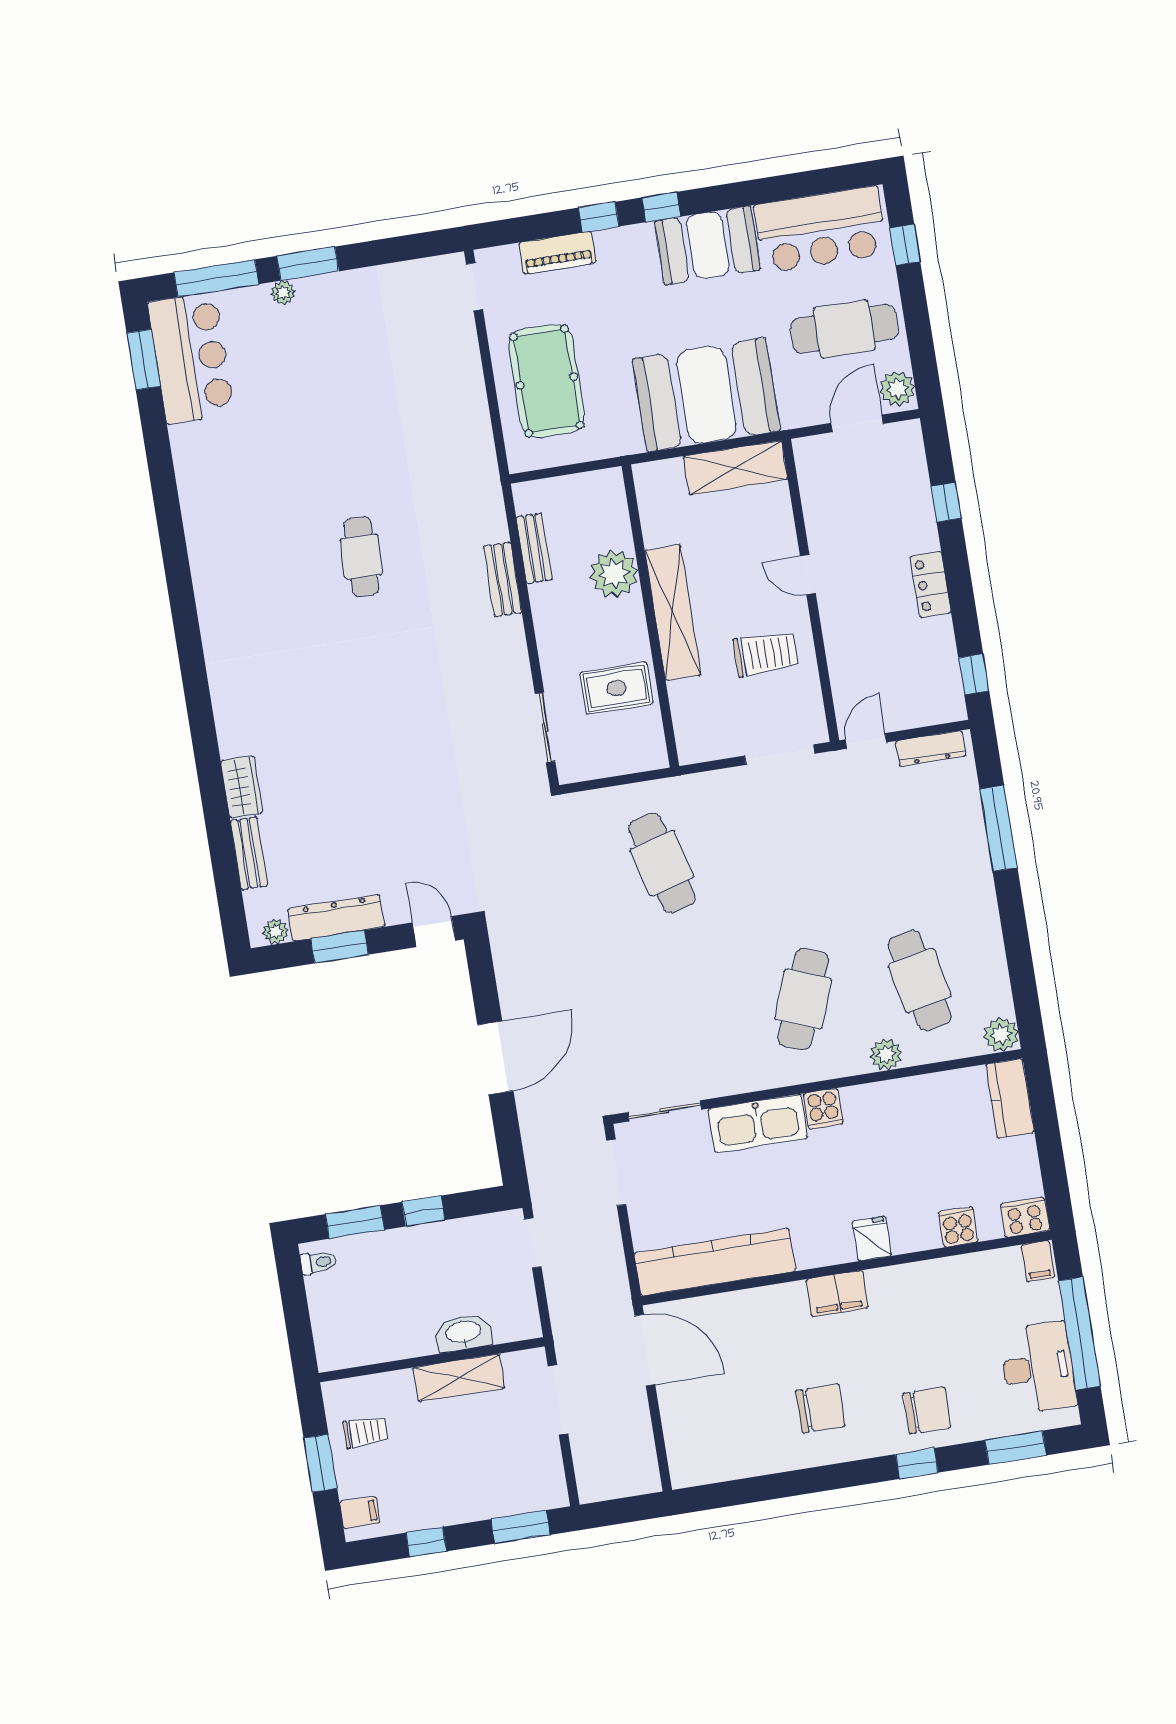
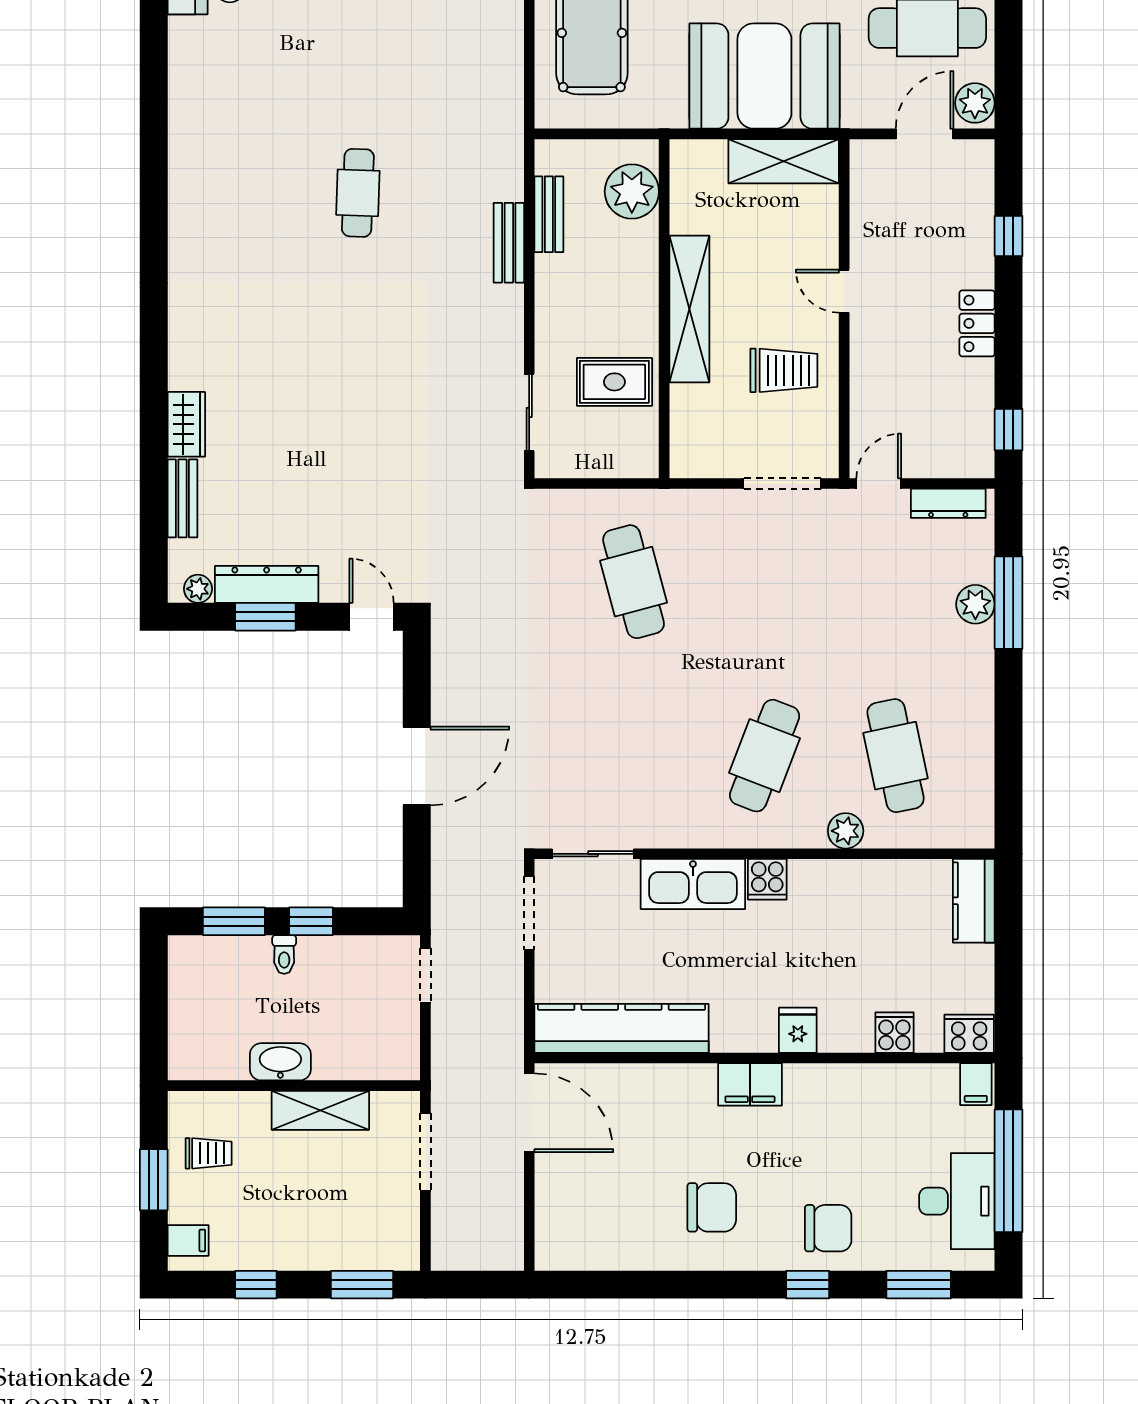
plant: (614, 574) -> (632, 192), moved
plant: (1001, 1035) -> (975, 604), moved
toilet: (319, 1262) -> (284, 955), moved, turned 90
washbasin: (464, 1333) -> (280, 1062), moved

